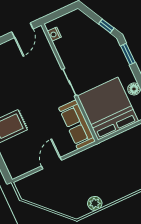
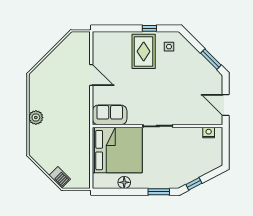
sofa: (77, 125) -> (110, 115), width x0.73
plant: (95, 203) -> (36, 117), moved

